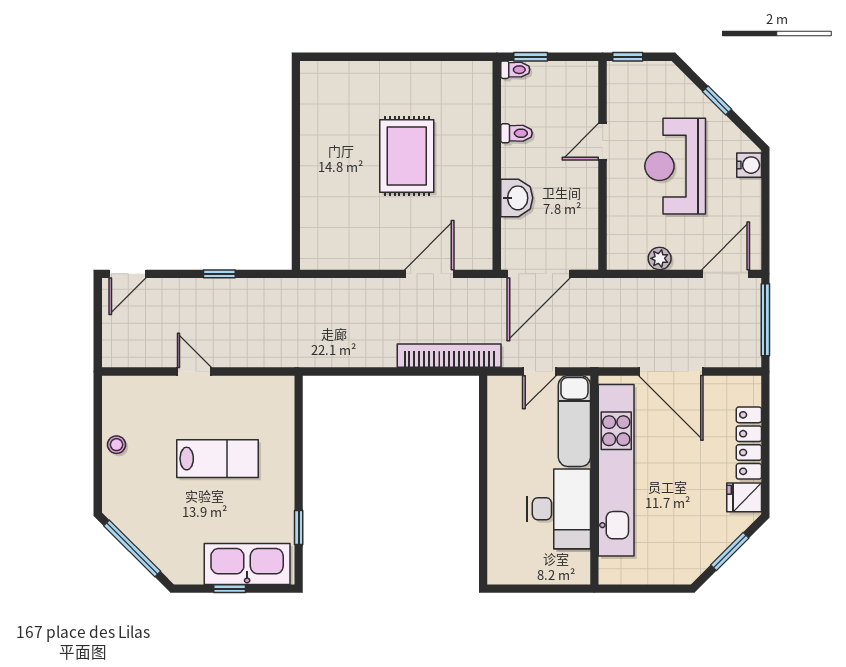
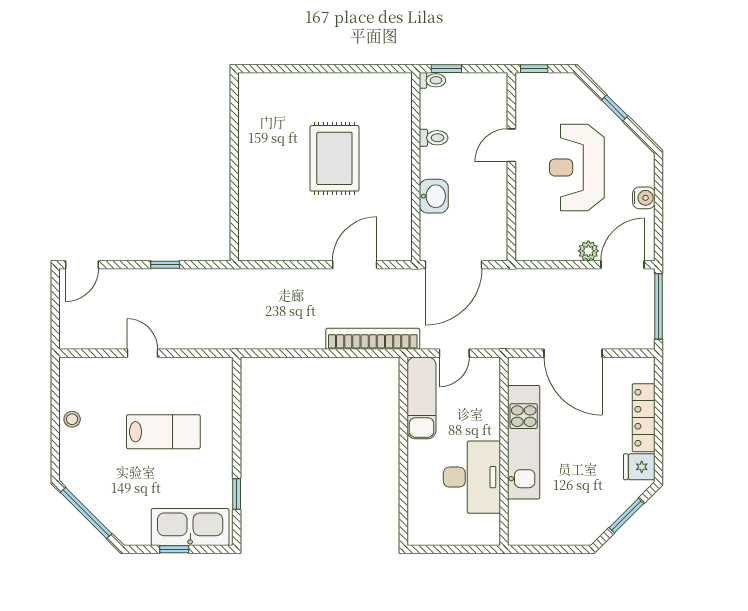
water cooler: (749, 165) -> (644, 198), moved
plant: (660, 258) -> (588, 251), moved
exam couch: (574, 421) -> (422, 398), moved, turned 180
kitchen unit: (616, 470) -> (524, 442), width x0.73

